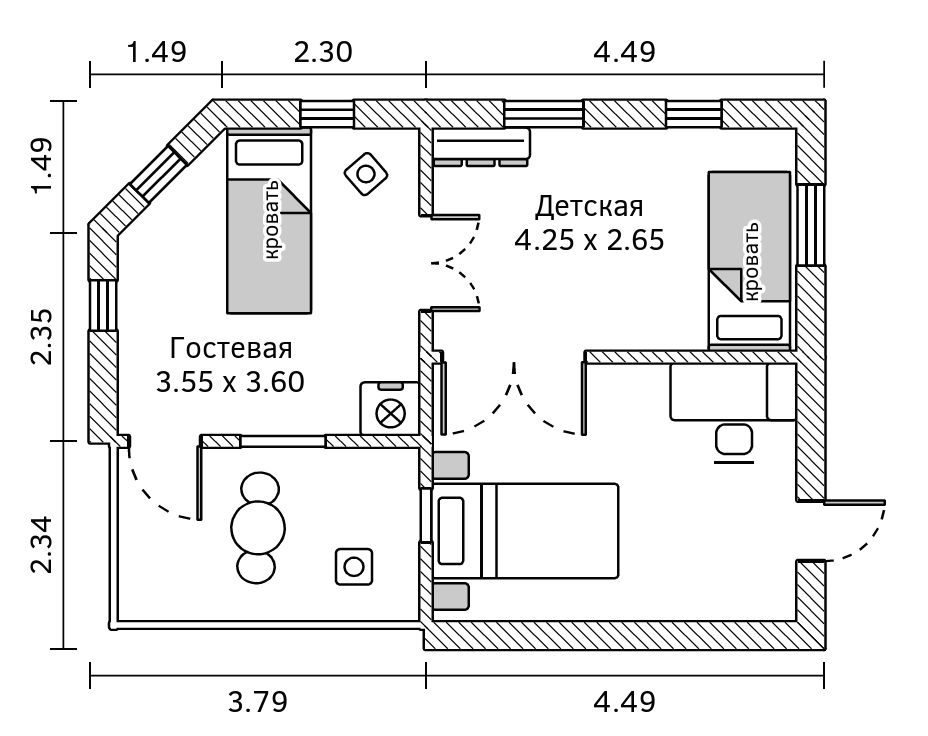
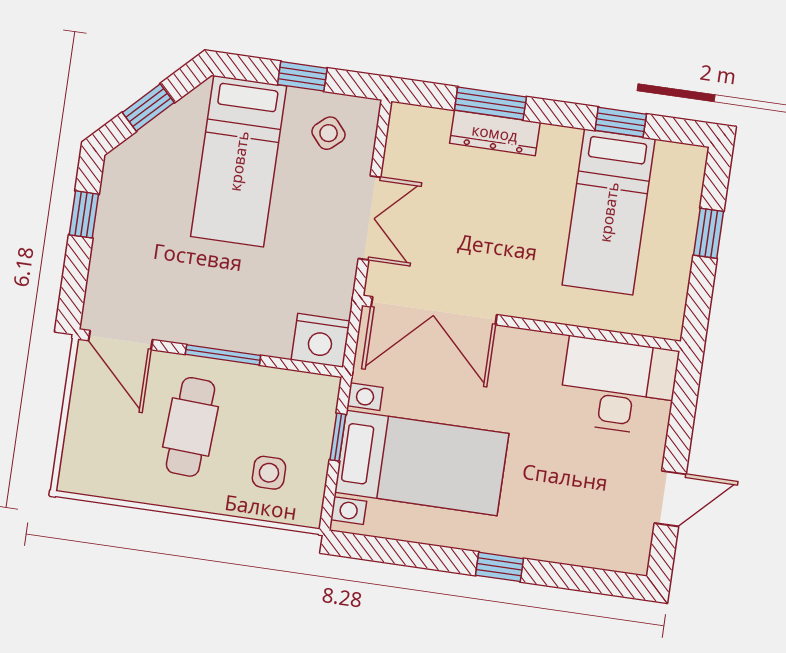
dresser: (481, 147) -> (495, 133), moved
window: (811, 225) -> (708, 233), width x0.67
bed: (749, 262) -> (609, 212), moved, turned 180
window: (629, 636) -> (500, 567), added

